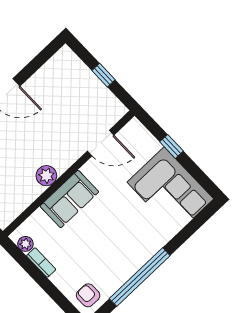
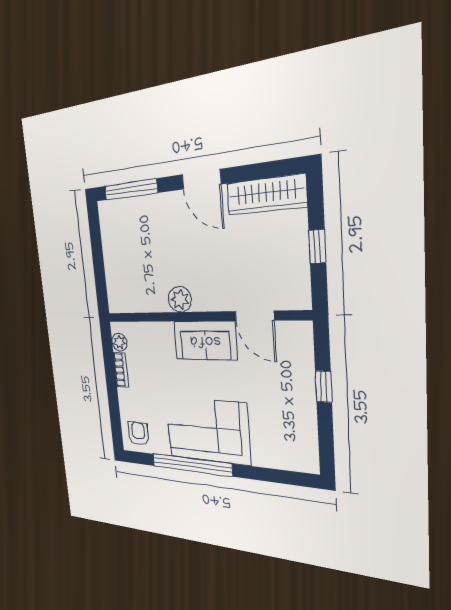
wardrobe: (52, 71) -> (266, 195), added
corner sofa: (170, 191) -> (207, 431), moved, turned 90
sofa: (69, 199) -> (205, 340), moved

